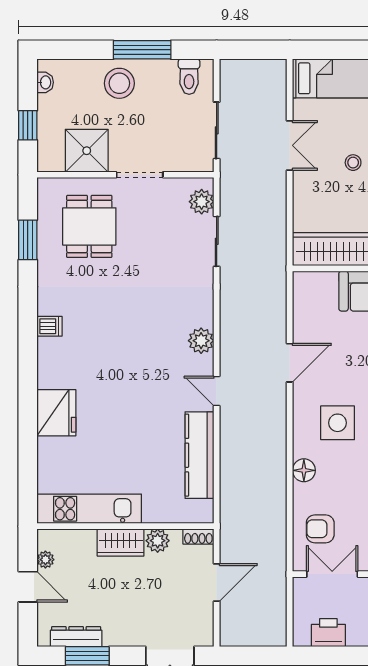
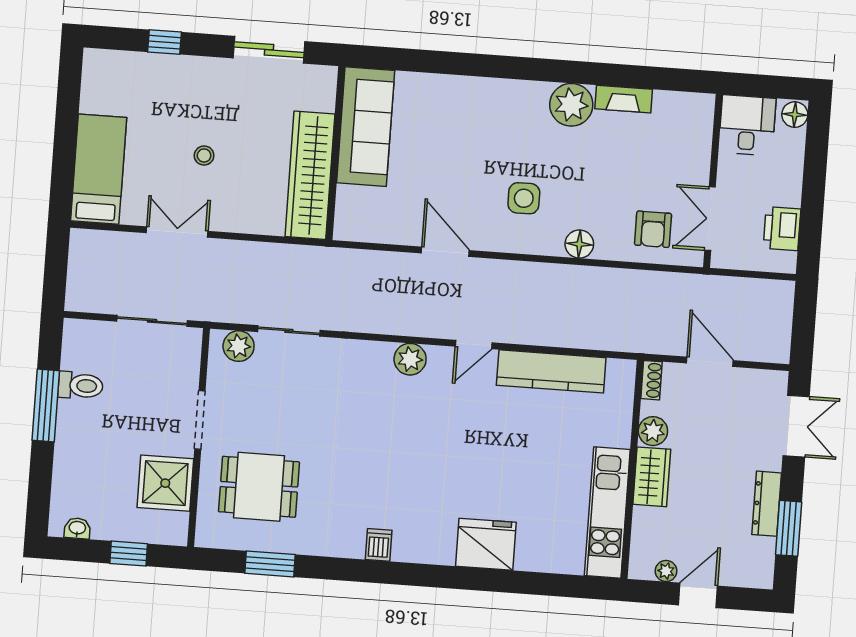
toilet: (189, 77) -> (81, 386), moved
stool: (119, 83) -> (85, 437), removed
side table: (338, 423) -> (524, 198), width x0.73, depth x0.73
dresser: (76, 637) -> (767, 504), moved

